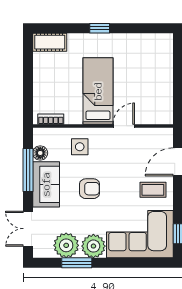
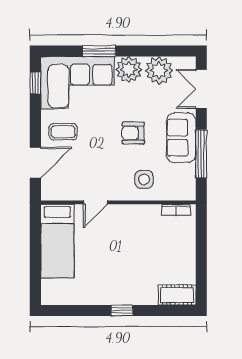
bed: (98, 91) -> (57, 241), moved
floor lamp: (40, 153) -> (188, 172), removed
double door: (28, 229) -> (201, 89), swing flipped
window: (77, 263) -> (99, 51), moved

